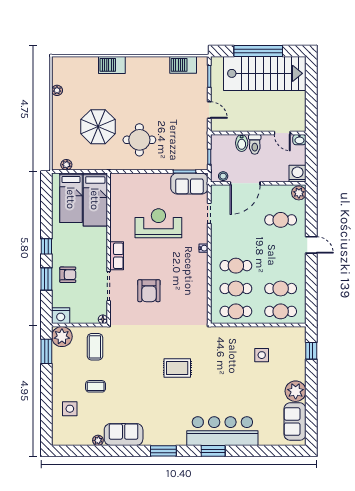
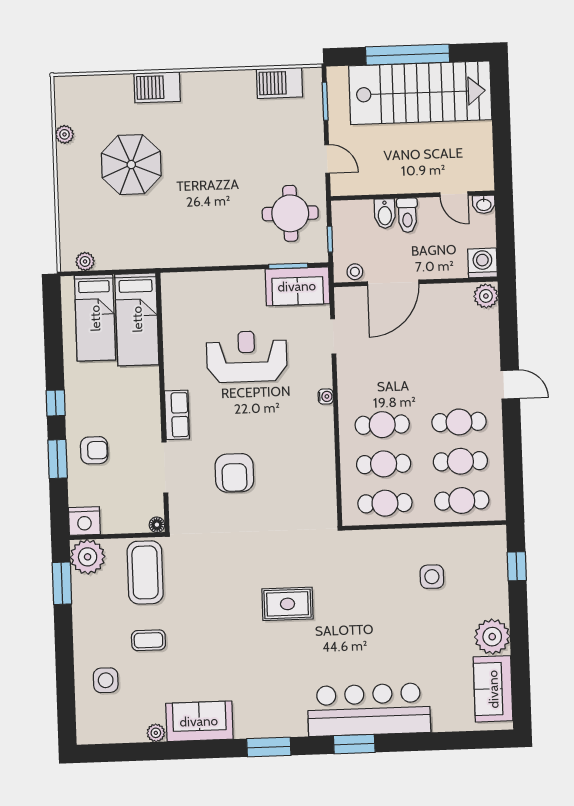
parasol: (98, 127) -> (131, 165), moved
round table: (139, 140) -> (290, 213), moved
cafe table: (281, 220) -> (459, 422), moved
coffee table: (95, 347) -> (145, 572), width x1.36, depth x1.32

